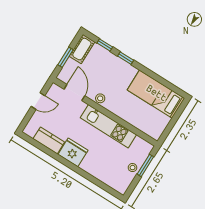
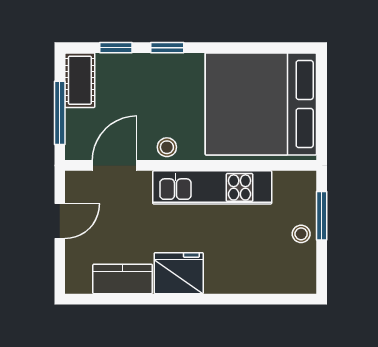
window: (66, 57) -> (60, 113), width x1.44
door: (74, 92) -> (115, 165), hinge flipped
bed: (156, 94) -> (261, 104), width x2.04

